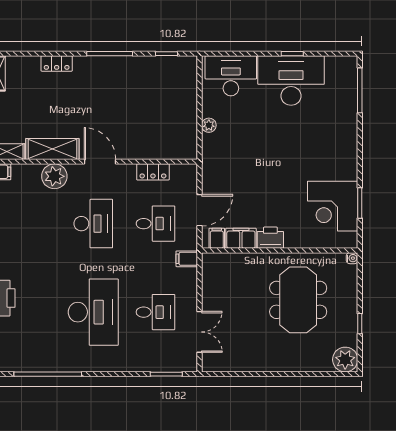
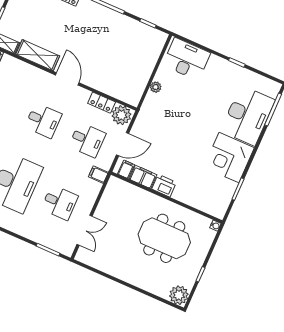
desk: (291, 81) -> (248, 116), moved, turned 90
plant: (54, 176) -> (121, 115), moved
corner desk: (333, 206) -> (229, 158), moved
desk: (93, 224) -> (43, 121), width x0.73
meeting table: (298, 300) -> (164, 238), turned 90

